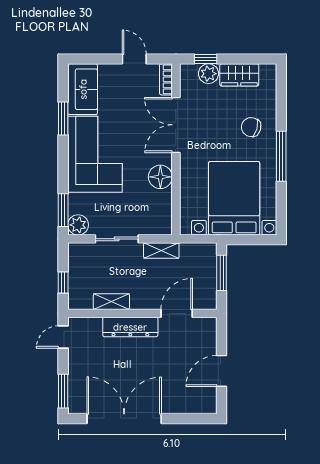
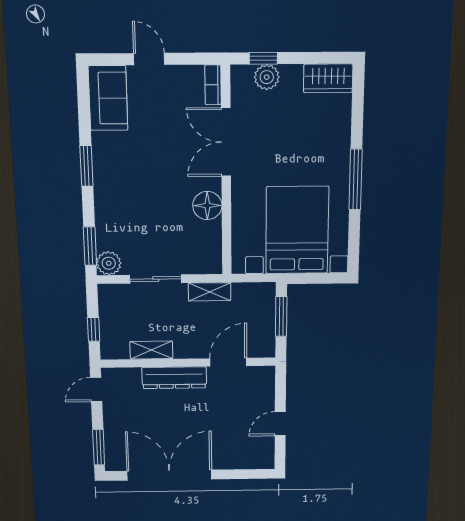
door: (134, 59) -> (149, 59), moved
wardrobe: (239, 75) -> (328, 78), moved
window: (63, 118) -> (86, 166), moved
chair: (251, 127) -> (319, 144), removed
corner sofa: (95, 154) -> (126, 179), removed
door: (222, 371) -> (280, 424), width x0.73

